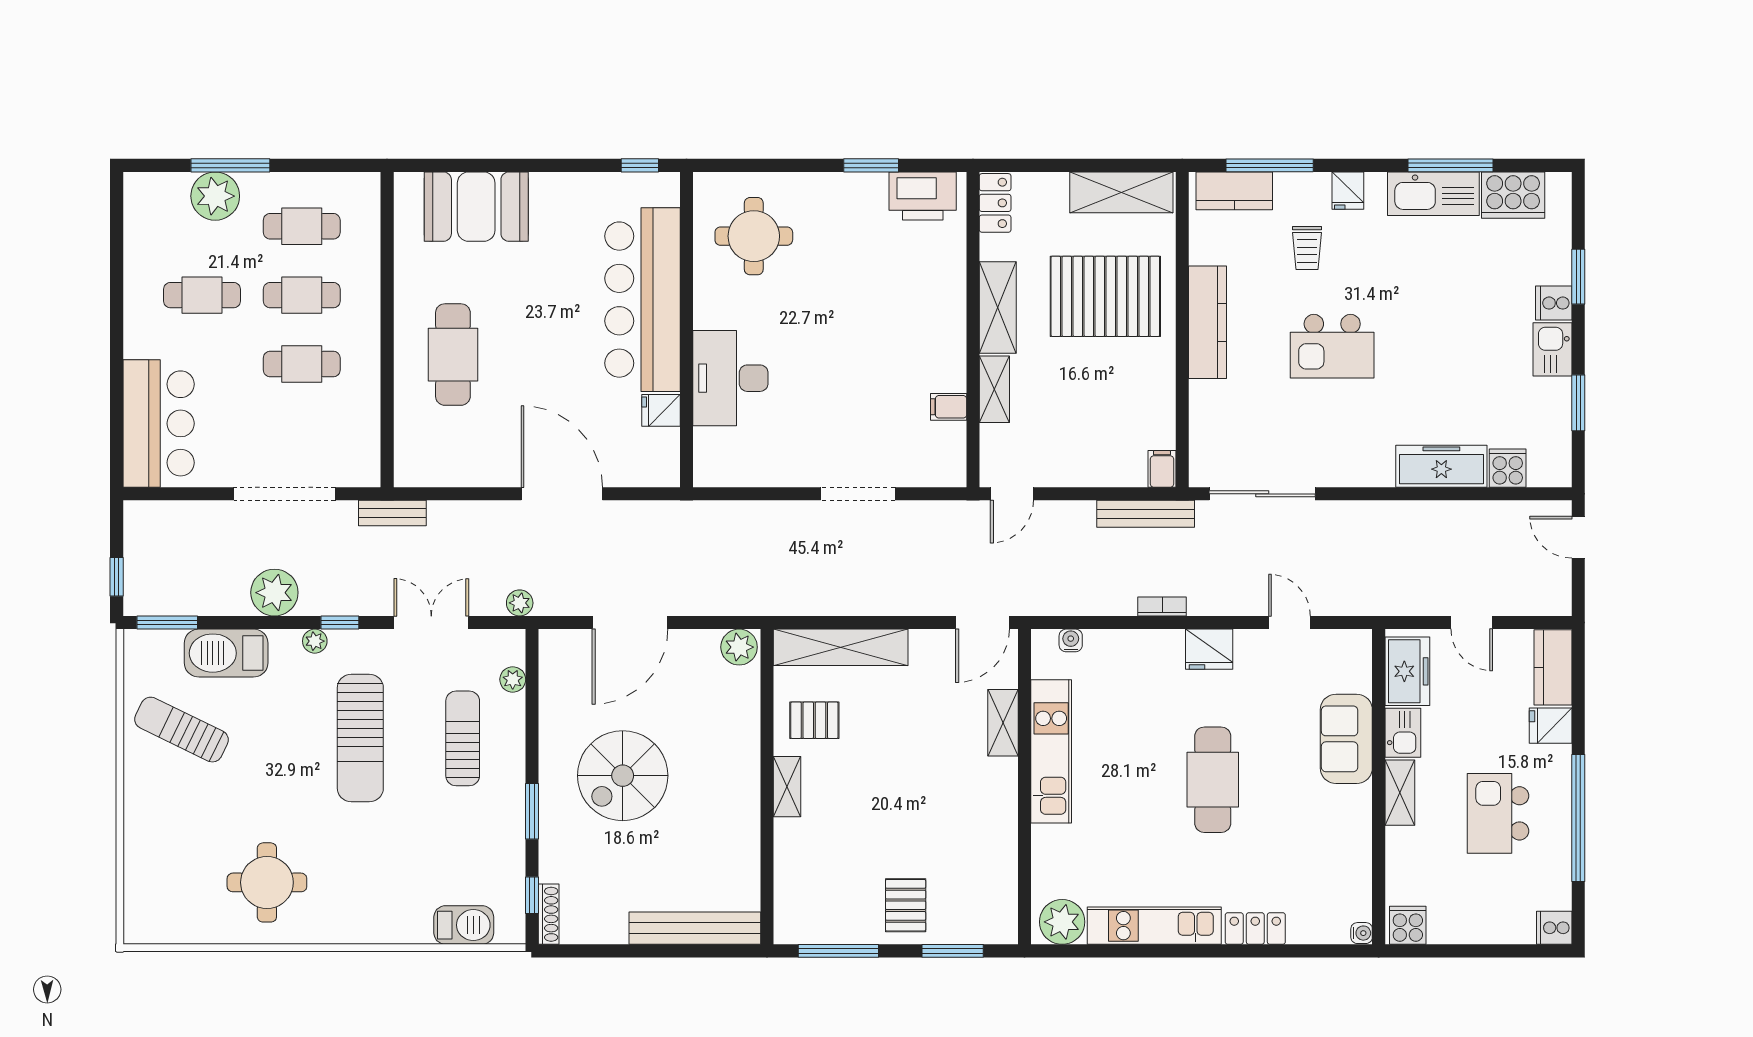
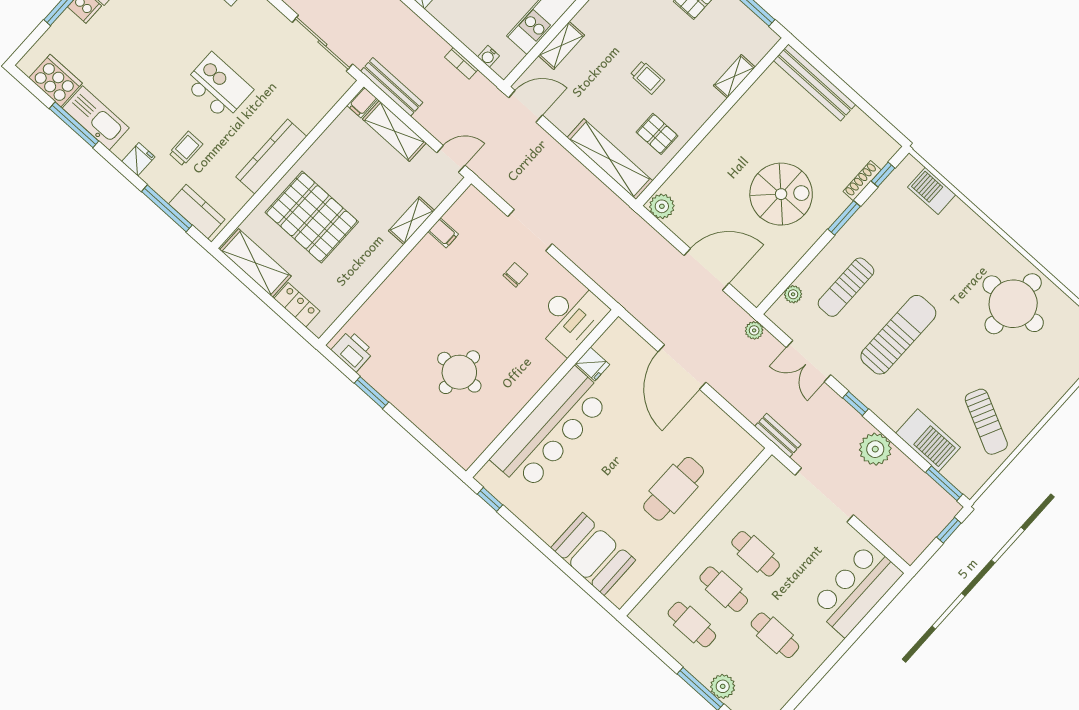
plant: (215, 196) -> (723, 686), width x0.73, depth x0.73
printer: (923, 196) -> (353, 351), width x0.73, depth x0.84
locker: (995, 203) -> (297, 305), moved, turned 90
round table: (754, 236) -> (459, 372), moved
shelving: (998, 307) -> (394, 131), moved, turned 90
desk: (730, 378) -> (570, 317), moved
chair: (830, 431) -> (515, 275), added
bookcase: (1162, 606) -> (461, 63), moved
plant: (315, 641) -> (877, 406), removed
trolley: (880, 772) -> (647, 77), added
shelving: (787, 787) -> (734, 76), moved
round table: (267, 882) -> (1013, 304), width x1.36, depth x1.36
shoe rack: (549, 914) -> (862, 181), moved

